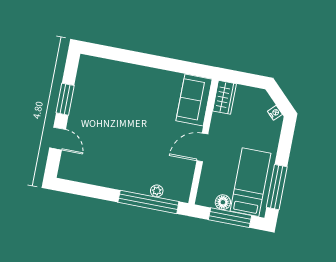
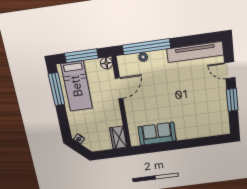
sofa: (194, 100) -> (157, 134), moved, turned -90
door: (202, 147) -> (119, 88), moved
tv unit: (93, 176) -> (195, 52), added
floor lamp: (223, 202) -> (106, 63), moved

